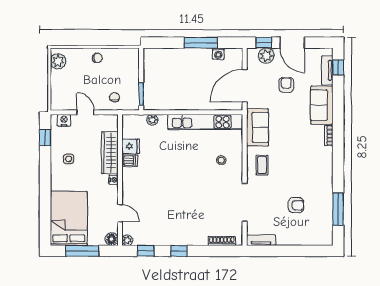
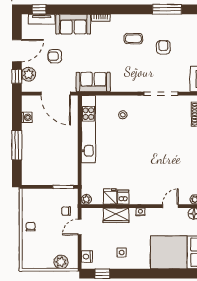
window: (201, 43) -> (17, 145), moved
plant: (58, 61) -> (61, 262), moved
door: (85, 112) -> (80, 227), moved
plant: (152, 120) -> (86, 199), moved
wardrobe: (110, 153) -> (116, 215), width x0.67
coffee table: (262, 165) -> (133, 39), moved

